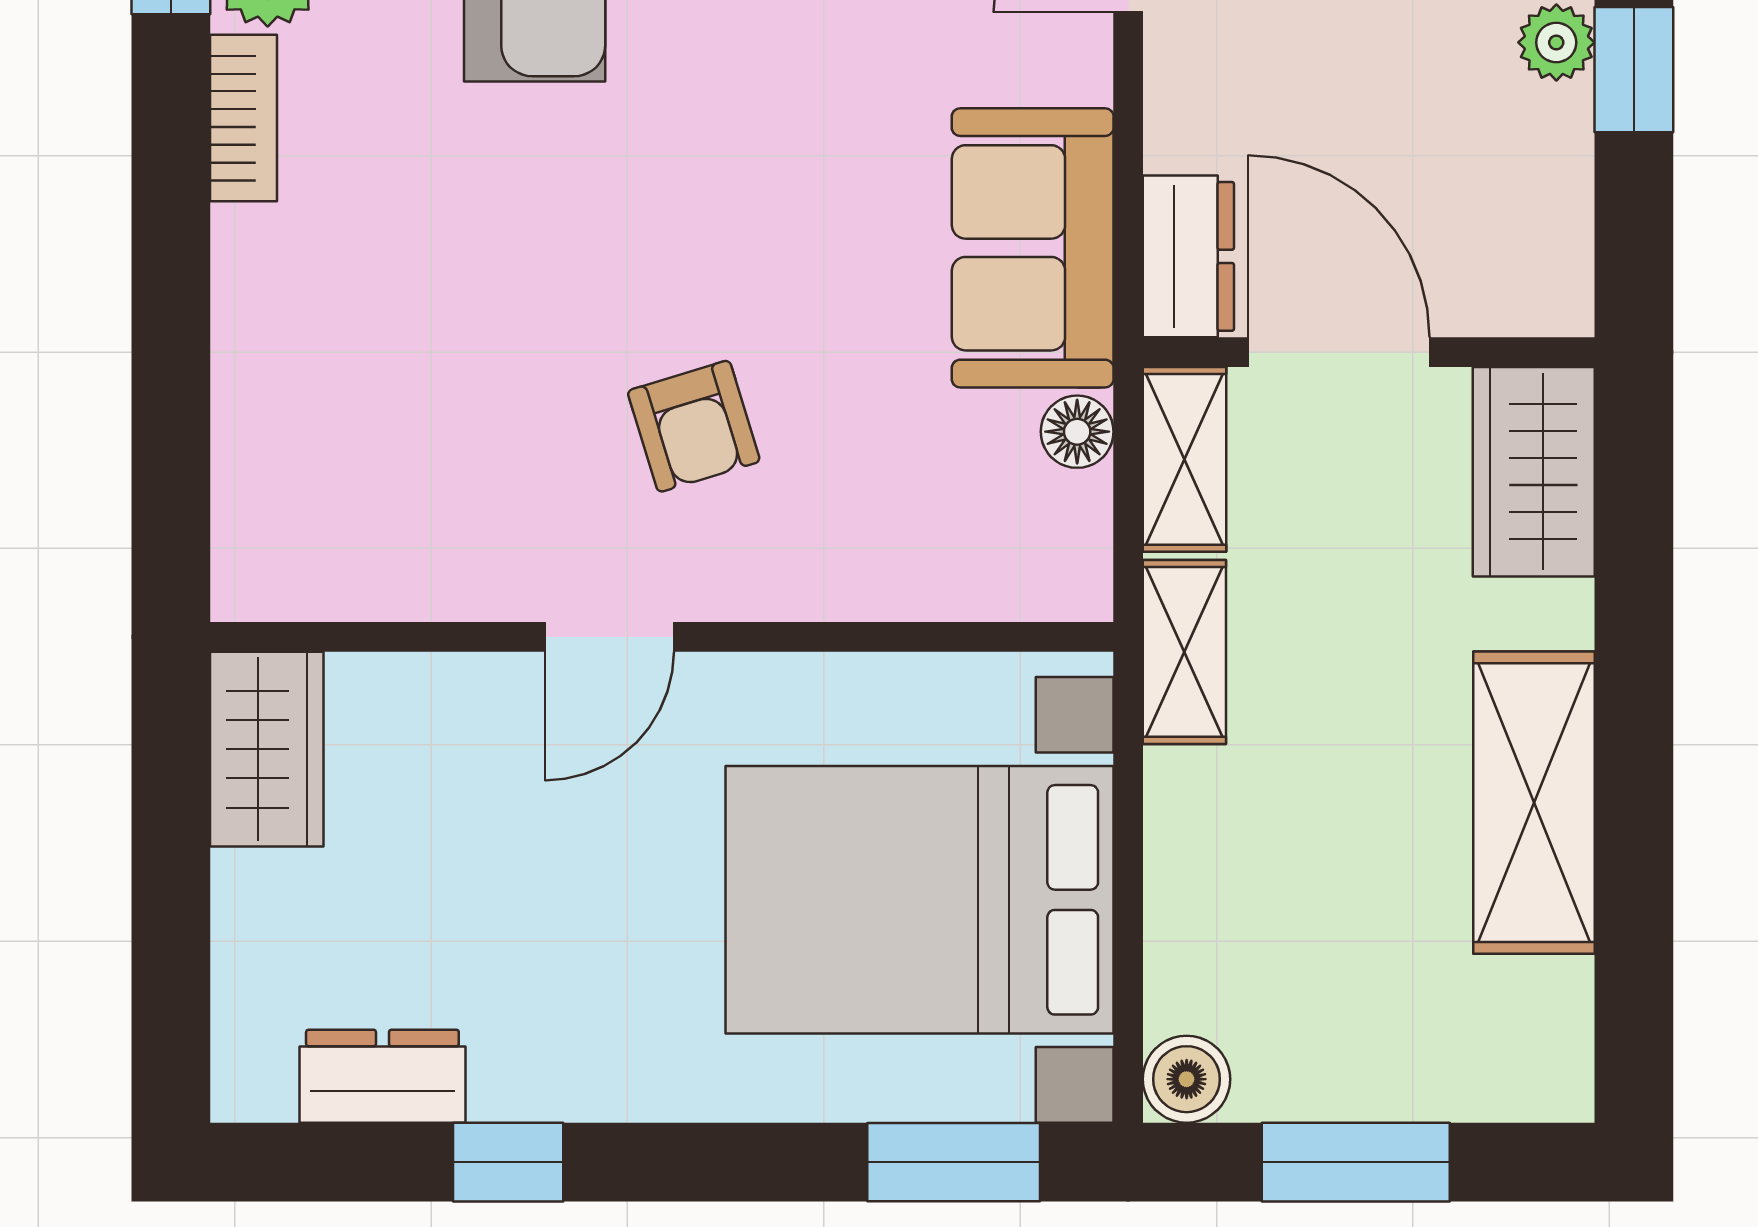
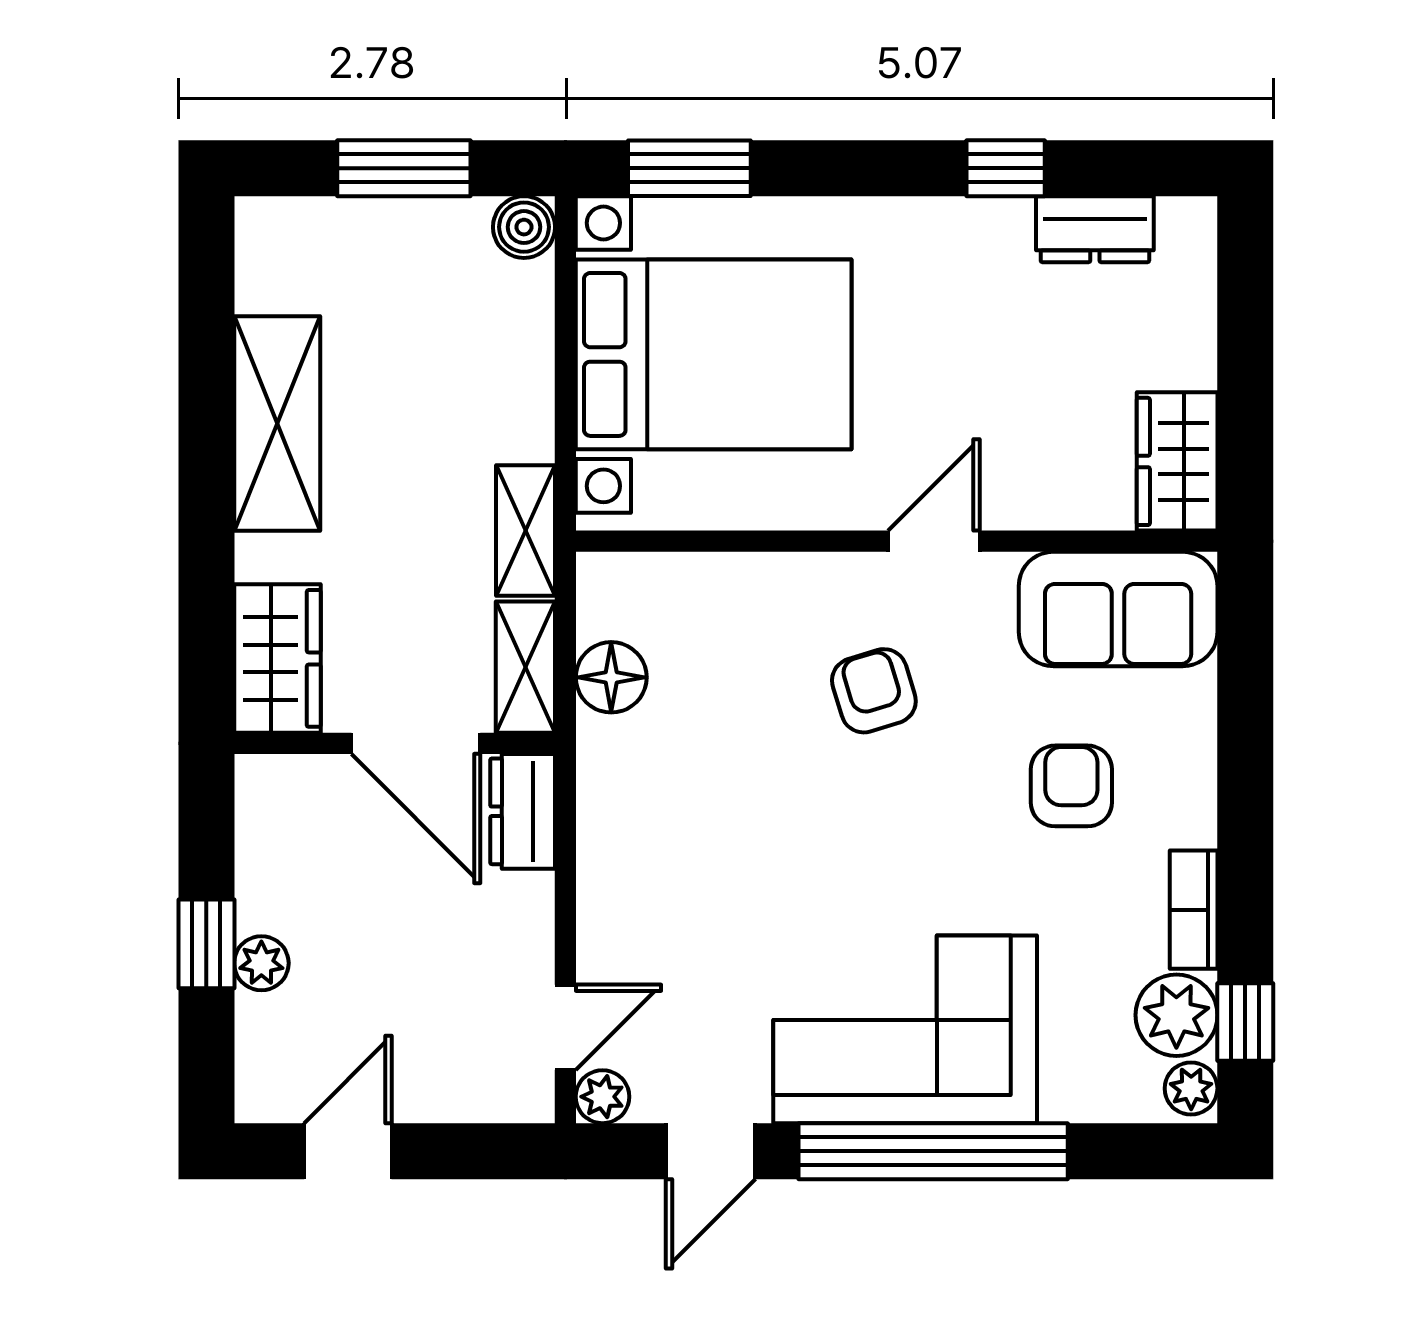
sofa: (1033, 248) -> (1118, 609), moved, turned 90
armchair: (416, 292) -> (1071, 786), added
floor lamp: (1077, 432) -> (611, 677), width x1.37, depth x1.37

